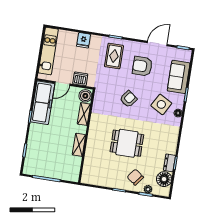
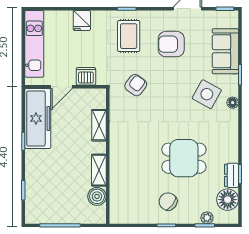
boiler: (85, 96) -> (97, 196), moved
armchair: (128, 99) -> (136, 85), moved
dining table: (127, 143) -> (184, 158), moved
chair: (135, 177) -> (168, 202), moved

